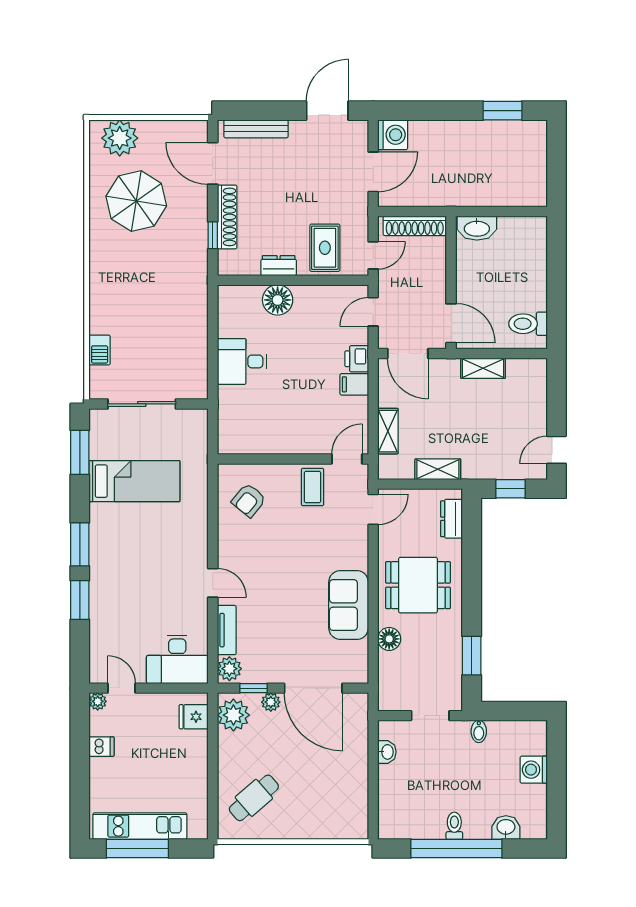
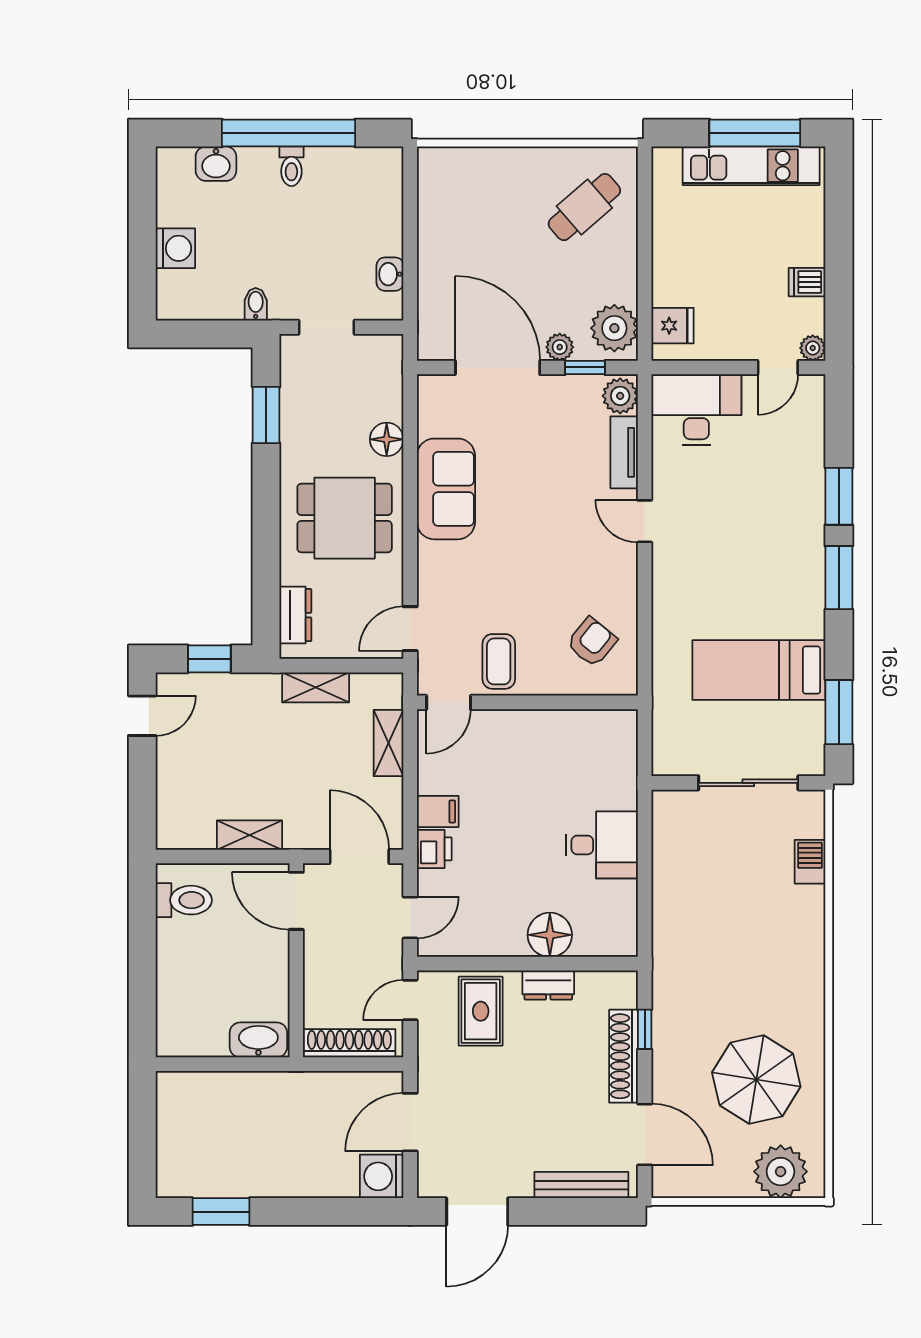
door: (122, 688) -> (778, 367), hinge flipped

